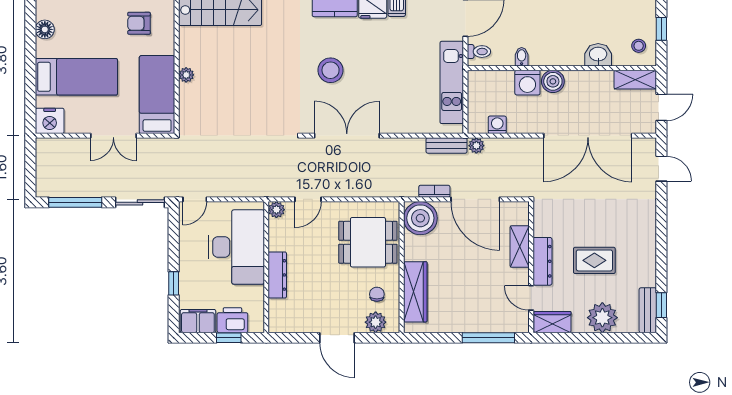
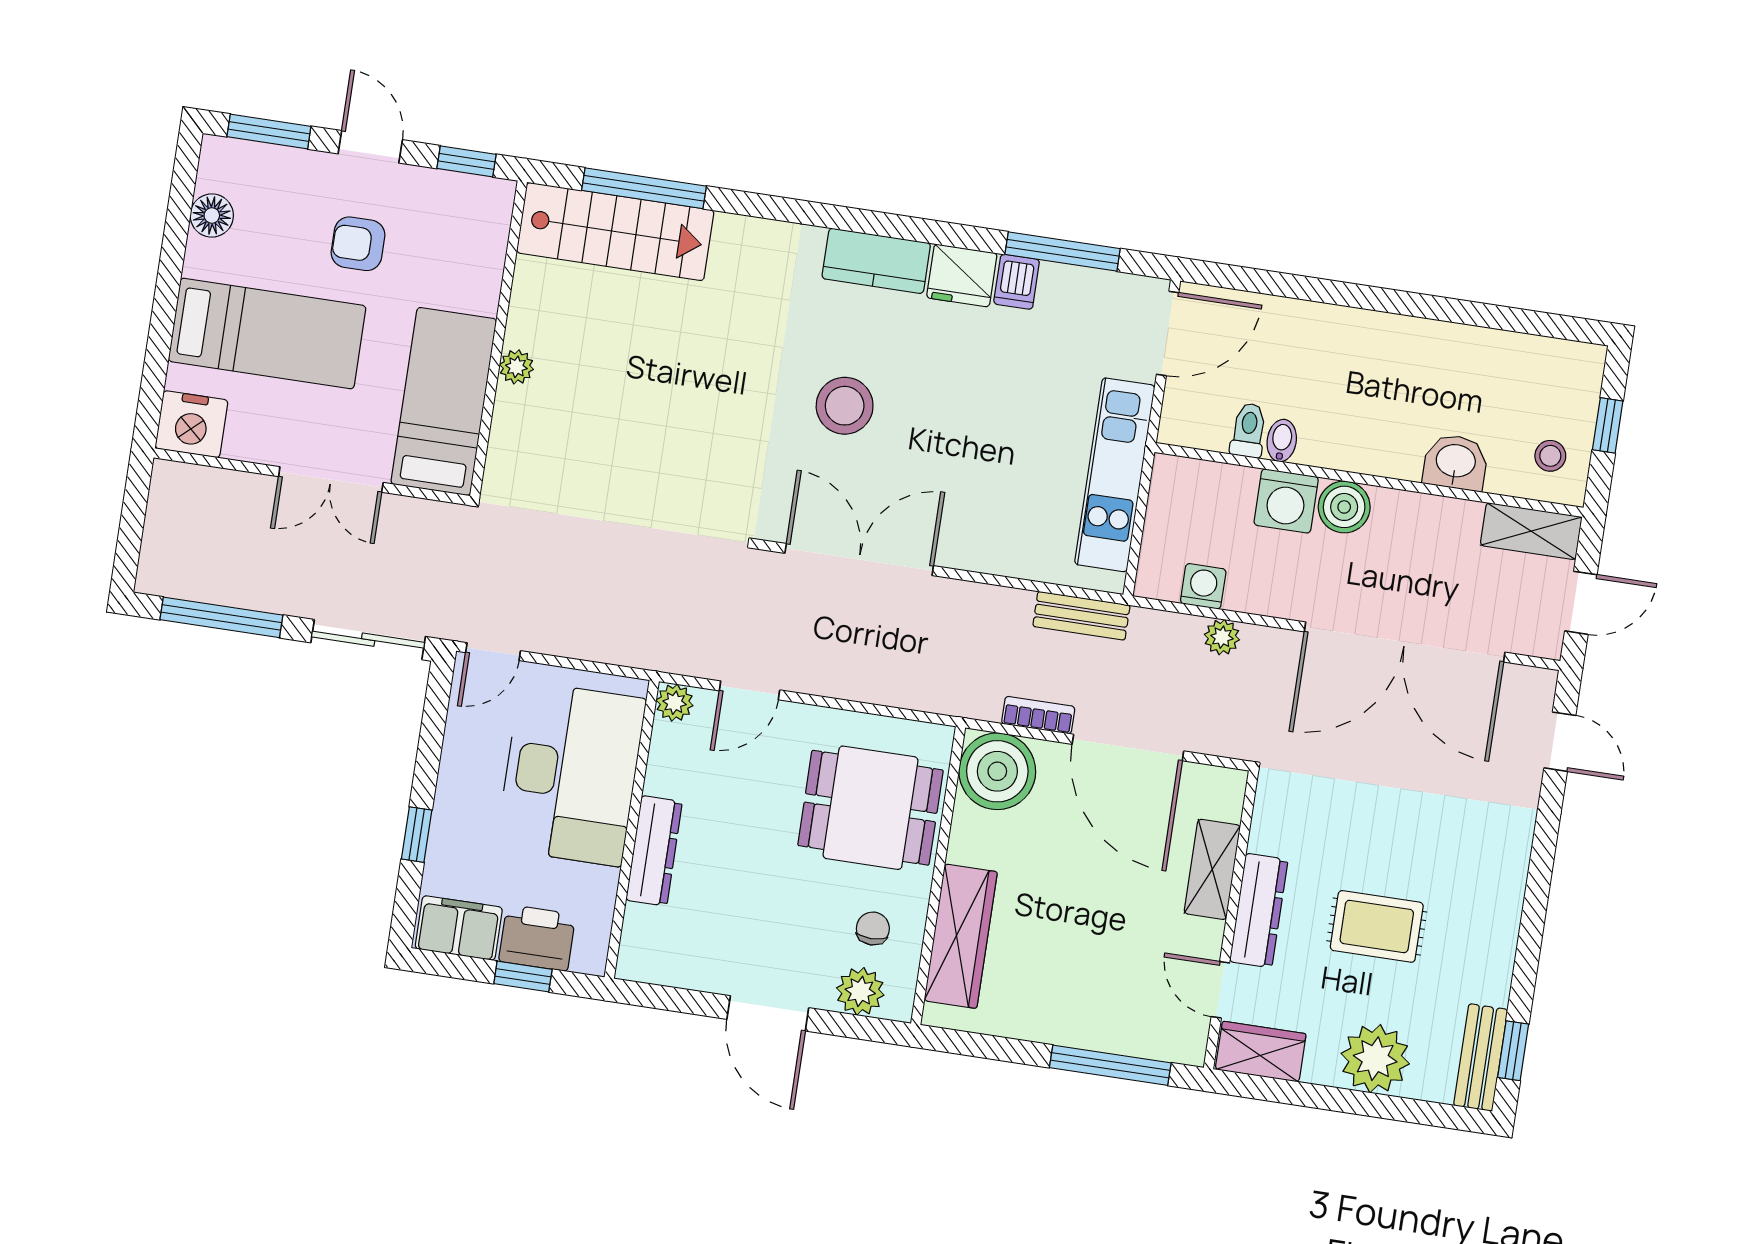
armchair: (139, 23) -> (358, 244), moved
toilet: (479, 52) -> (1248, 430), moved, turned -90
plant: (476, 146) -> (1222, 637), moved

